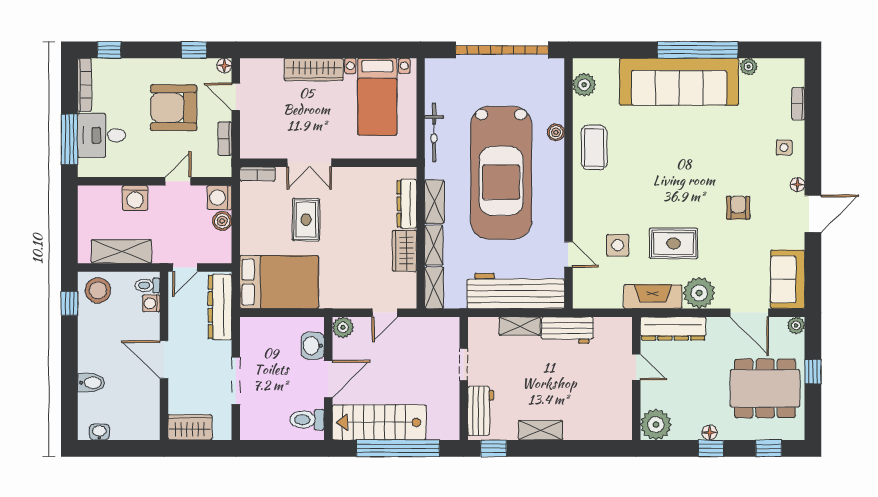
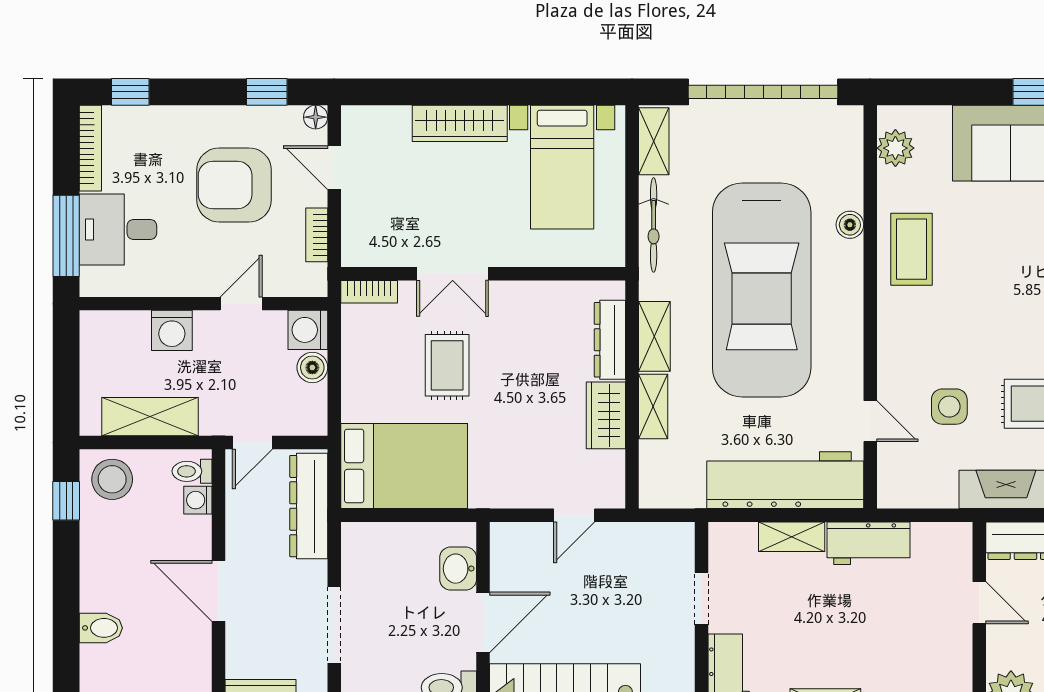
shelving: (434, 288) -> (654, 141), moved
plant: (343, 327) -> (507, 539), removed

